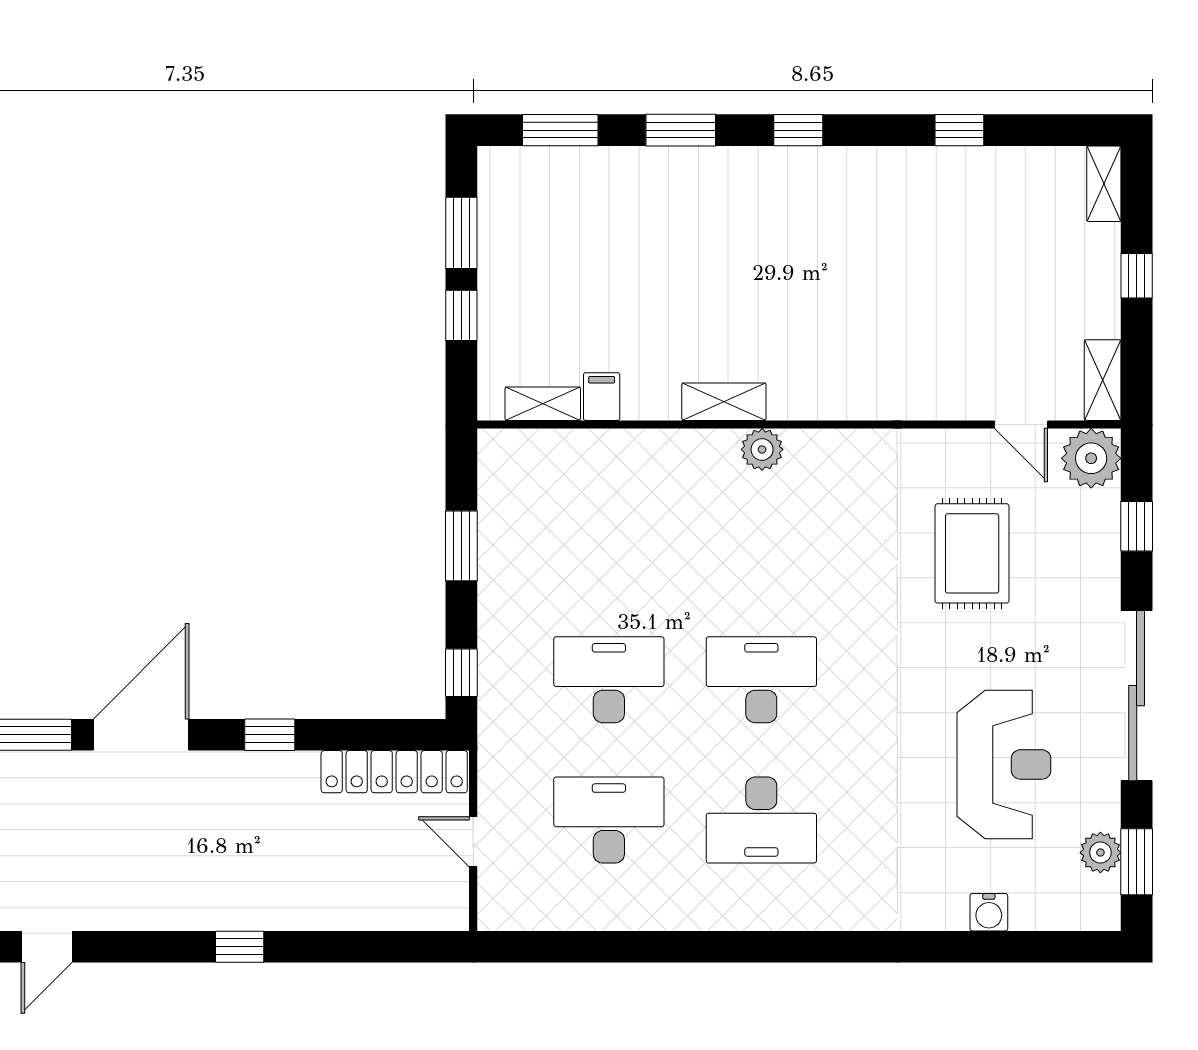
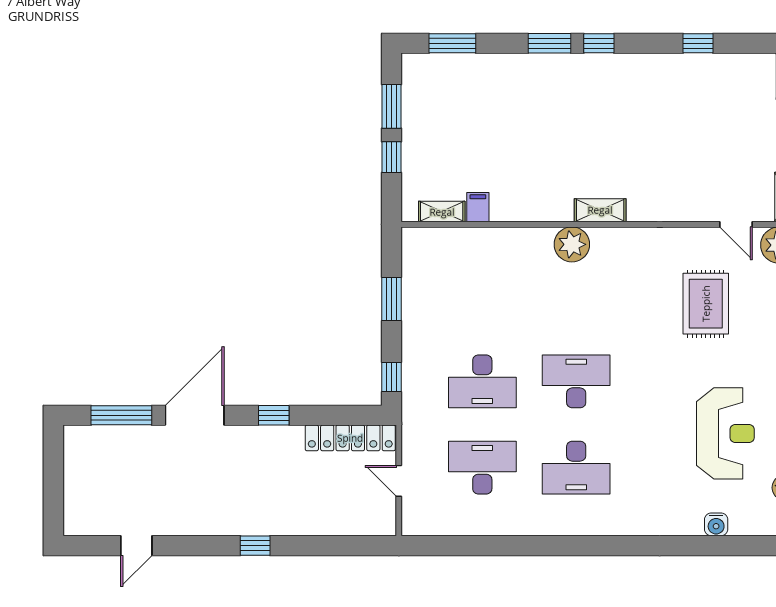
window: (681, 130) -> (550, 43), moved
shelving: (724, 402) -> (600, 210), moved
plant: (762, 449) -> (572, 244), width x1.36, depth x1.36
desk: (609, 680) -> (482, 381), turned 180

